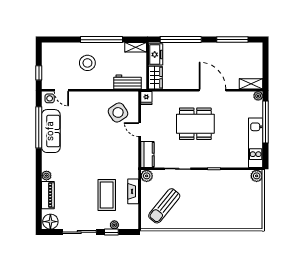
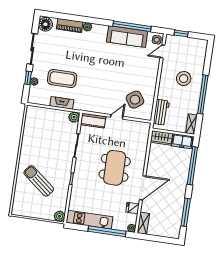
fridge: (146, 98) -> (132, 208), moved
sun lounger: (164, 206) -> (39, 181), moved

